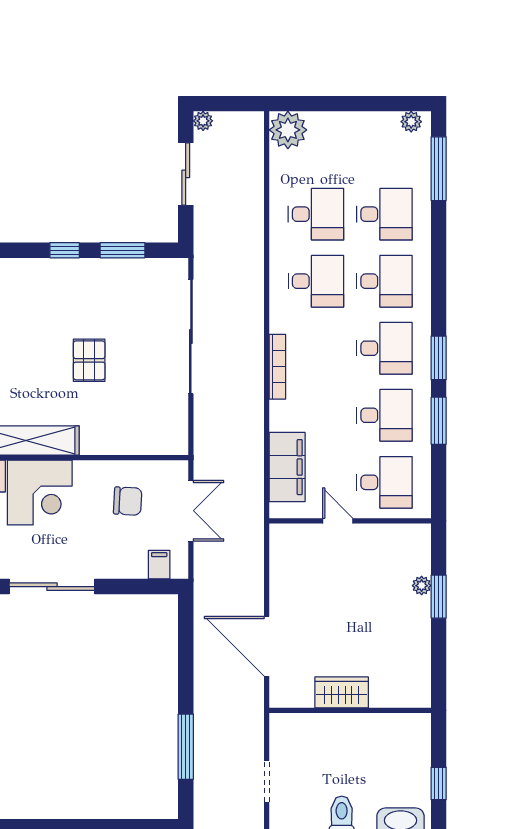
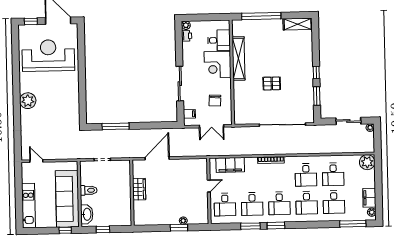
filing cabinet: (375, 127) -> (369, 198), added
sliding door: (52, 587) -> (180, 84), moved

